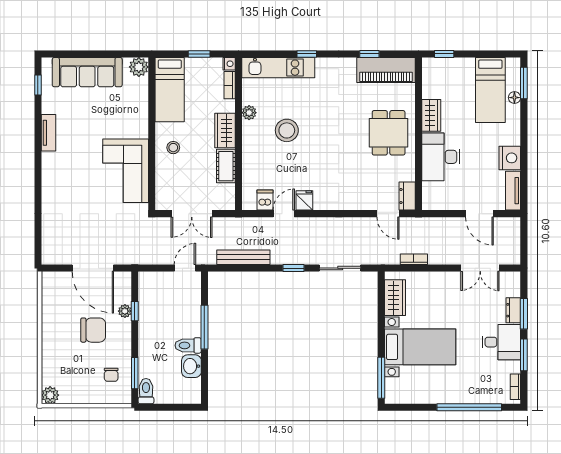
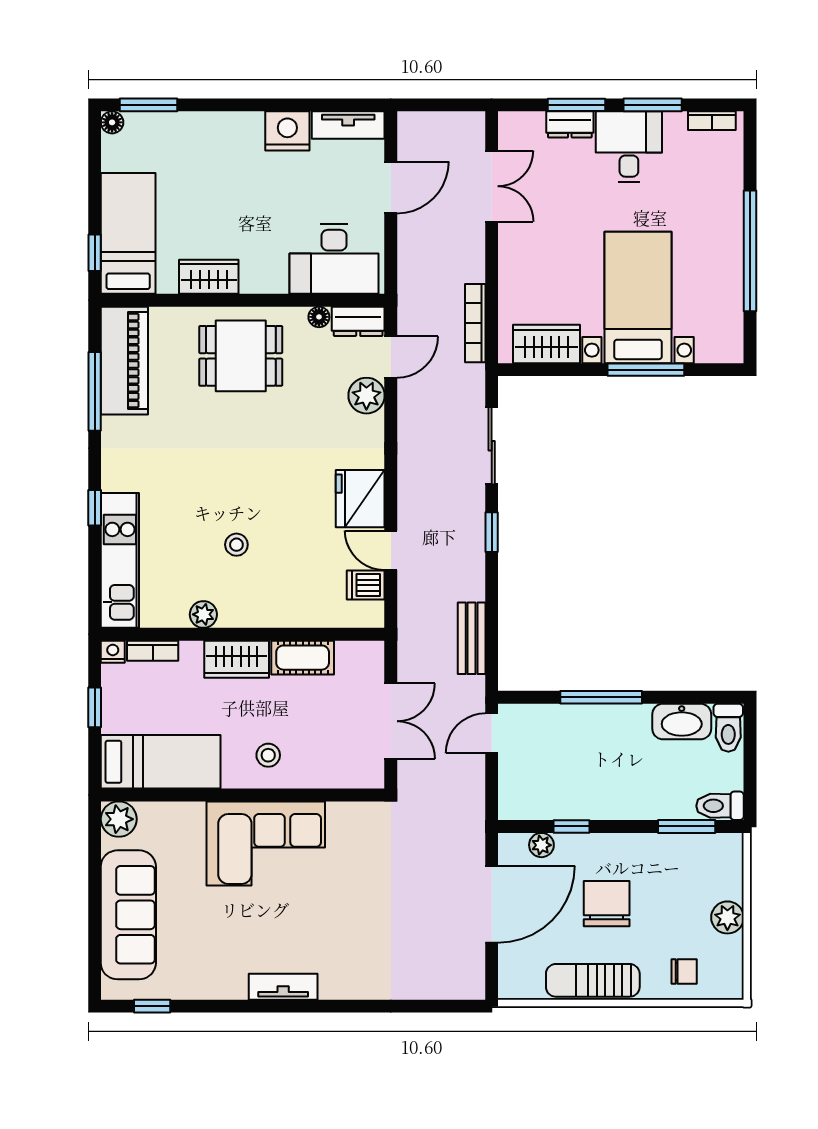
window: (369, 54) -> (95, 391), width x2.17
bed: (490, 90) -> (128, 233), moved, turned -90
floor lamp: (514, 98) -> (112, 122), moved
stool: (287, 130) -> (236, 545), width x0.53, depth x0.53
tv unit: (48, 133) -> (283, 987), moved
desk: (441, 157) -> (334, 259), moved
corner sofa: (126, 171) -> (266, 843), moved
floor lamp: (410, 175) -> (319, 317), added
fridge: (304, 200) -> (360, 499), width x1.88, depth x1.34
plant: (367, 201) -> (366, 396), added
bench: (243, 257) -> (472, 638), width x0.73
bookcase: (414, 259) -> (475, 323), width x1.56
door: (185, 268) -> (492, 733), hinge flipped
plant: (125, 311) -> (541, 845), moved
sun lounger: (52, 323) -> (593, 980), added
toilet: (188, 345) -> (728, 728), moved
washbasin: (191, 366) -> (682, 722), width x1.38
chair: (111, 375) -> (684, 971), moved
window: (381, 378) -> (646, 370), moved
plant: (50, 395) -> (727, 917), moved
window: (469, 407) -> (750, 251), moved

